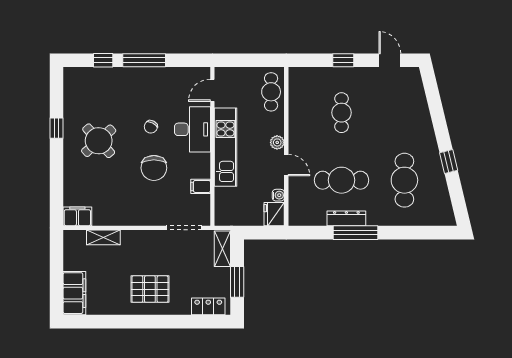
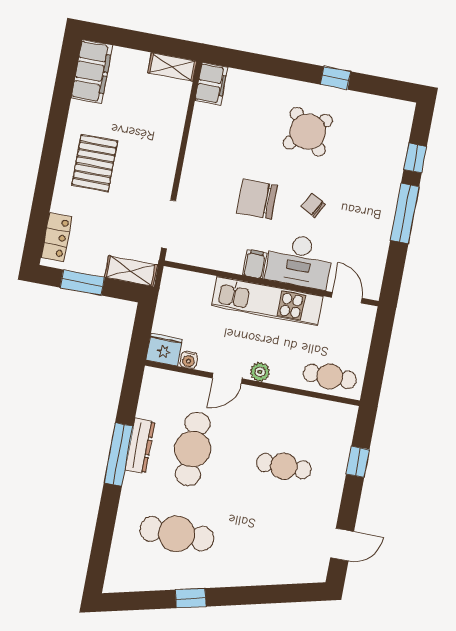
window: (343, 60) -> (358, 462), moved
filing cabinet: (201, 186) -> (255, 264), moved
shelving: (103, 237) -> (172, 67), moved, turned 90
filing cabinet: (74, 293) -> (92, 72), moved, turned -90

